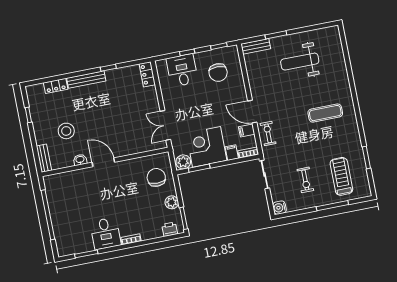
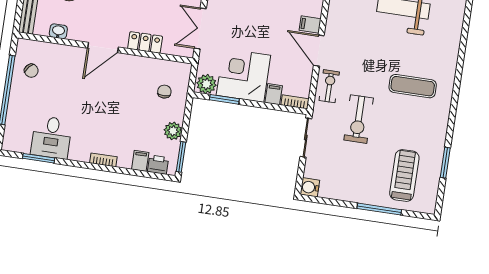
filing cabinet: (247, 131) -> (310, 25), moved
locker: (131, 148) -> (145, 42), added
washbasin: (80, 160) -> (58, 31), moved
door: (103, 162) -> (103, 48), swing flipped
chair: (156, 177) -> (164, 92), width x0.54, depth x0.54
exercise bike: (305, 180) -> (359, 119), moved, width x1.38, depth x1.39
chair: (60, 196) -> (31, 71), added
filing cabinet: (157, 231) -> (140, 161), added
desk: (105, 233) -> (51, 137), moved

